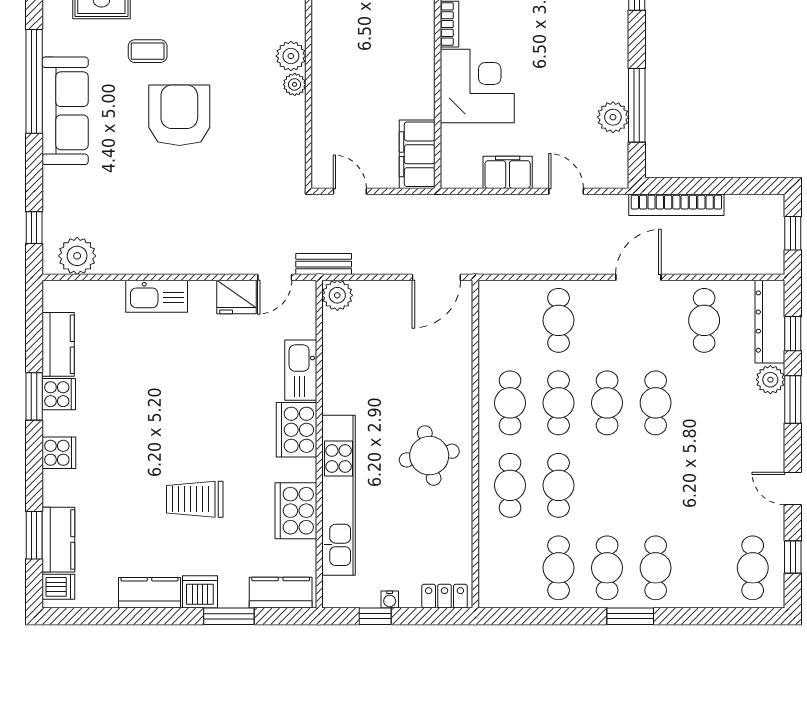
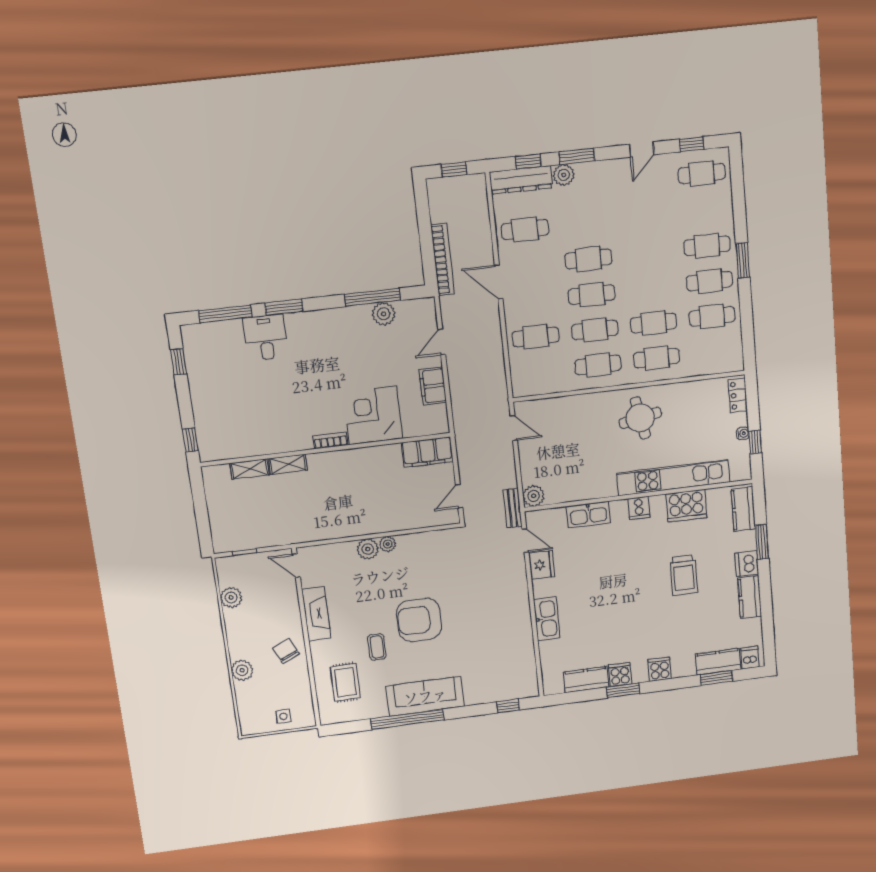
plant: (77, 256) -> (524, 675), removed
door: (436, 277) -> (514, 428), width x0.73
cooker: (296, 430) -> (639, 508), width x0.53, depth x0.76

